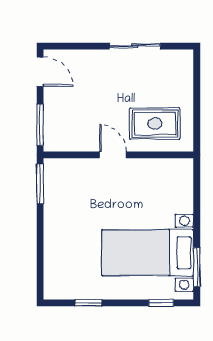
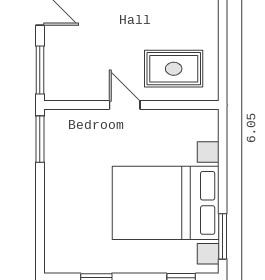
bed with nightstands: (148, 253) -> (166, 203), width x1.36

